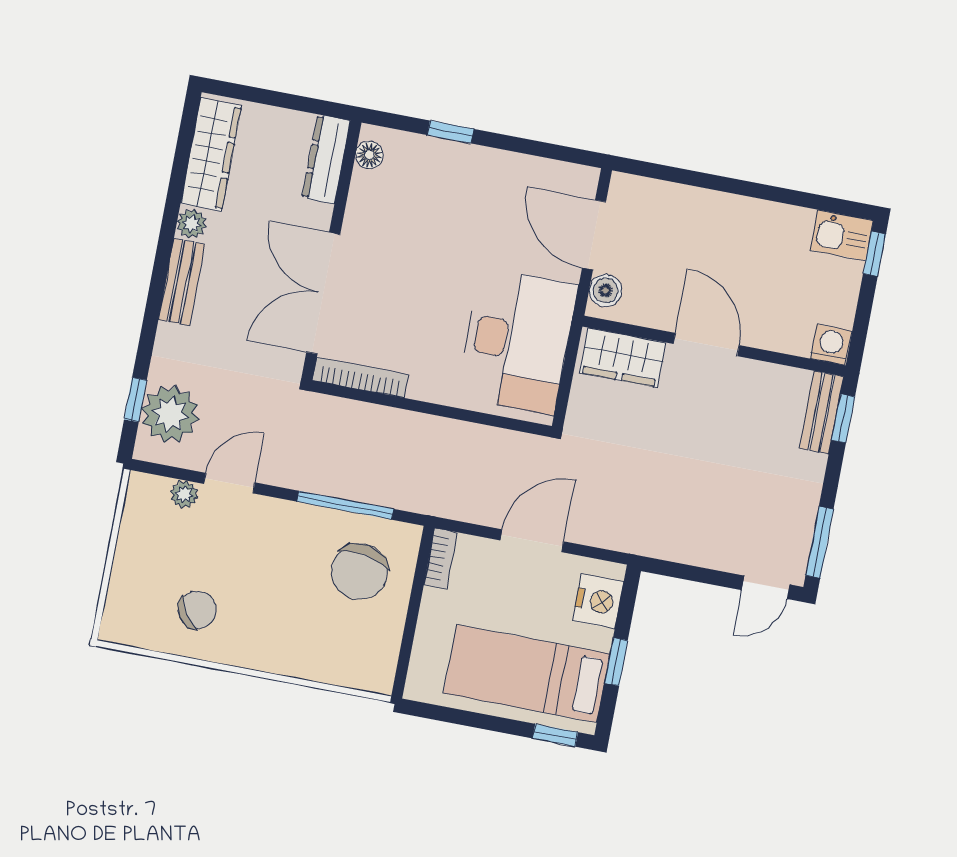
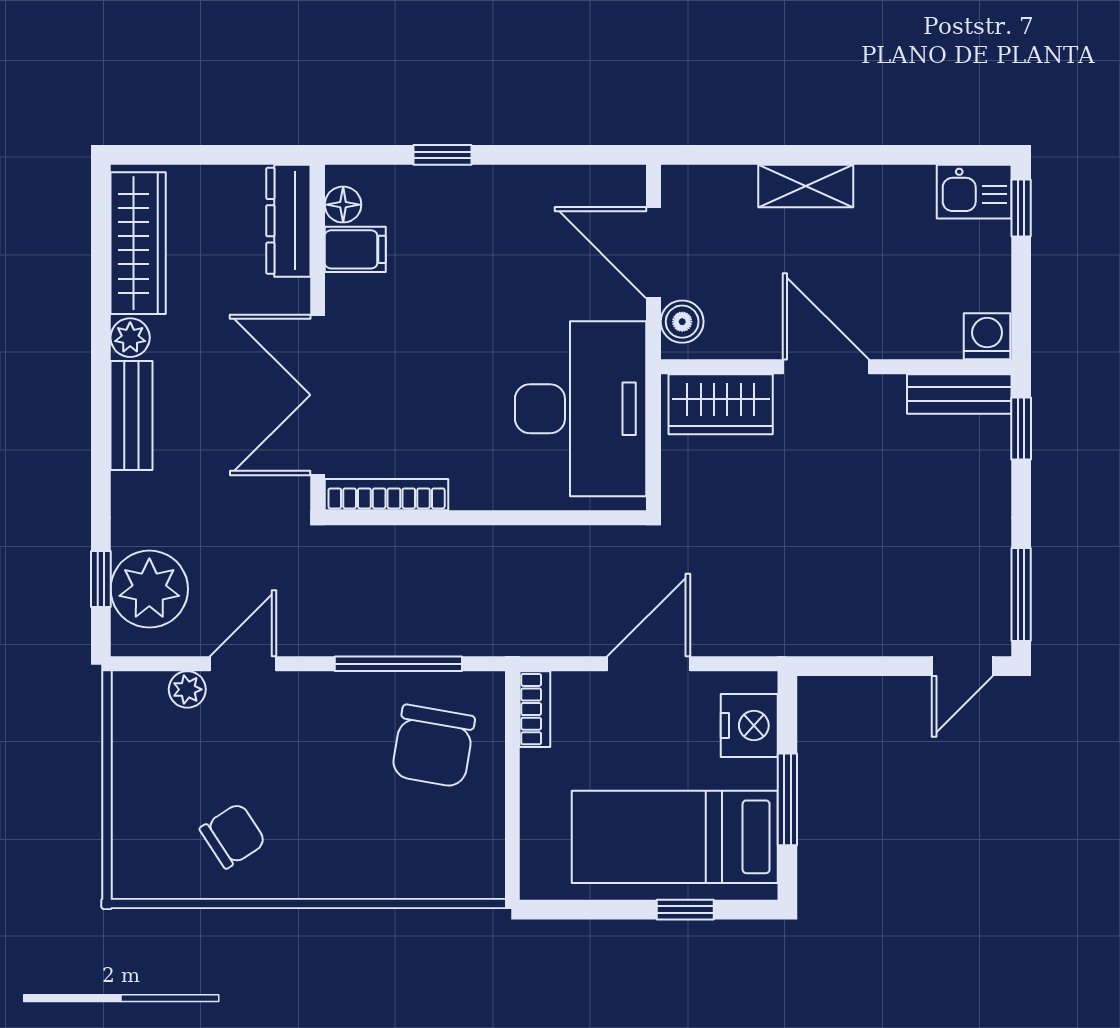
filing cabinet: (372, 190) -> (355, 249), added
shelving: (717, 207) -> (806, 186), added
bench: (821, 412) -> (959, 394), moved, turned 90
window: (616, 662) -> (787, 799), width x1.50
window: (555, 735) -> (685, 910), moved

